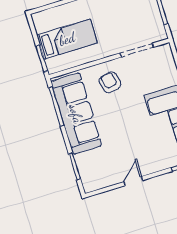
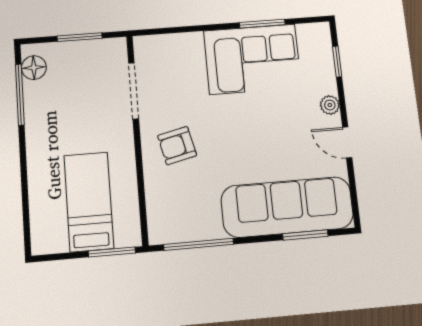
sofa: (76, 114) -> (287, 207), moved
plant: (153, 167) -> (330, 105), added

